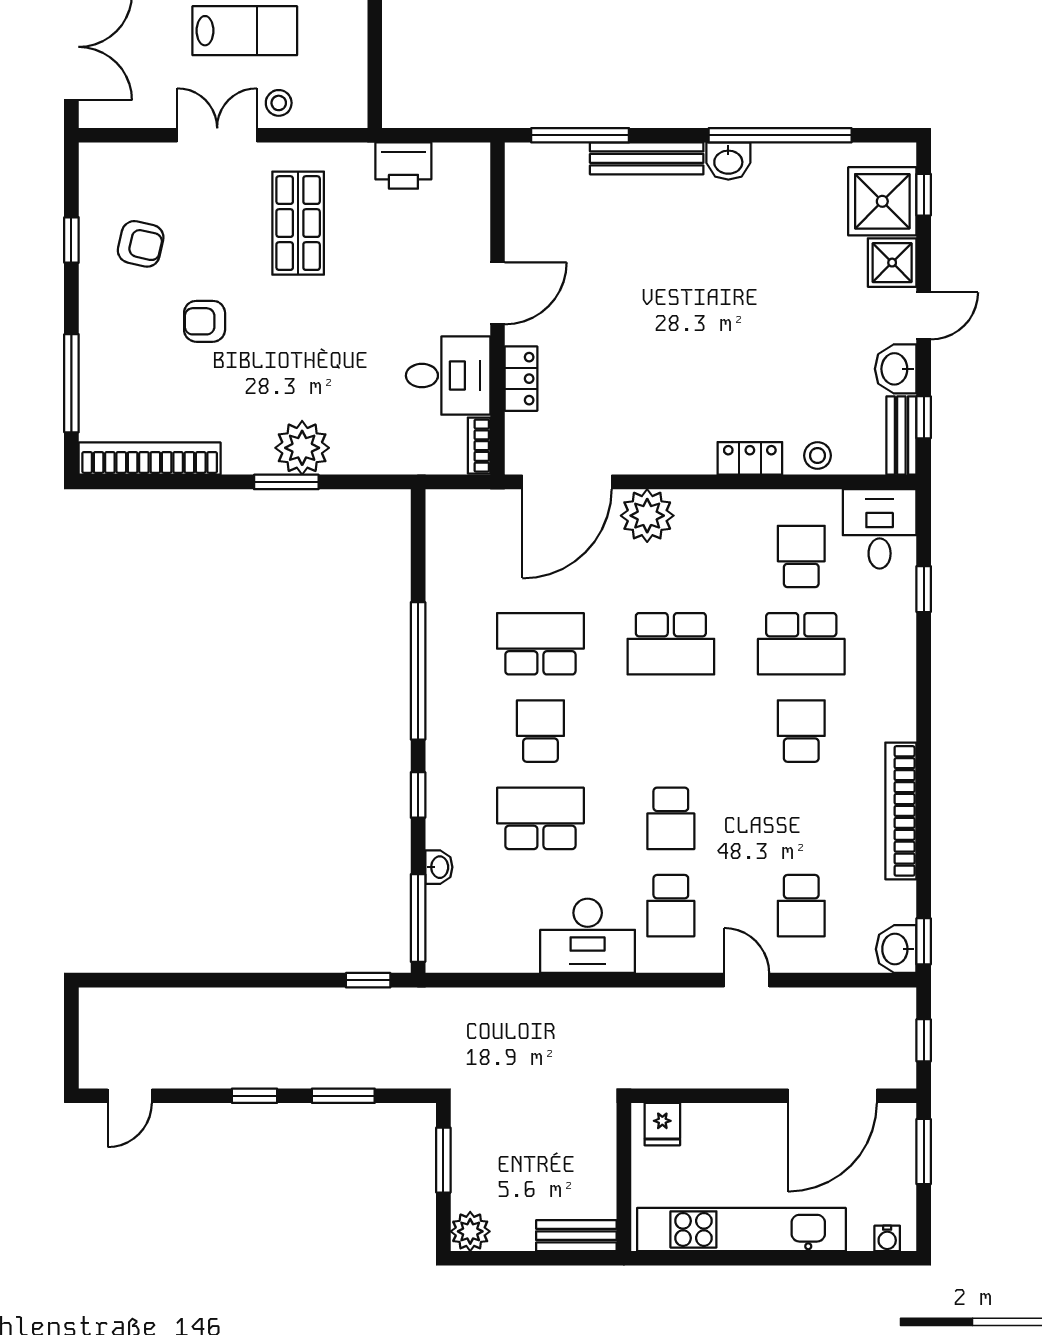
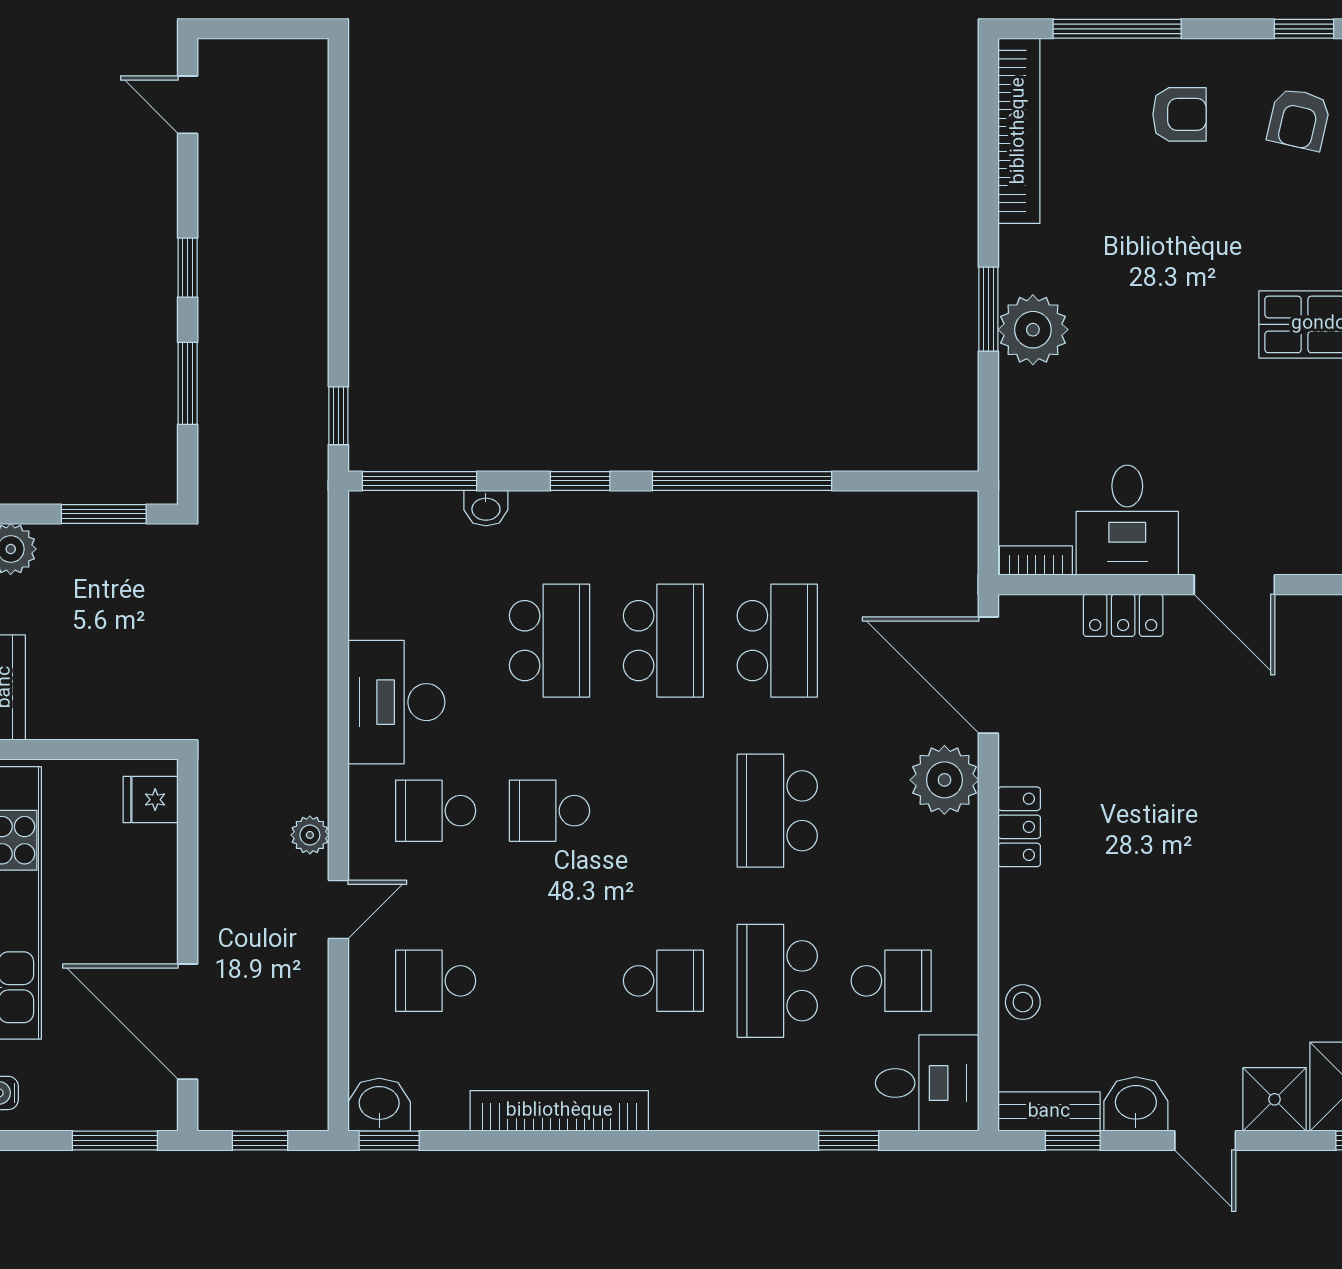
armchair: (205, 321) -> (1180, 114), moved, turned 90
locker: (750, 458) -> (1019, 827), moved
school desk: (540, 731) -> (663, 641), width x1.85
plant: (689, 1002) -> (310, 835), added

